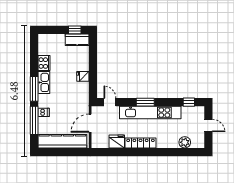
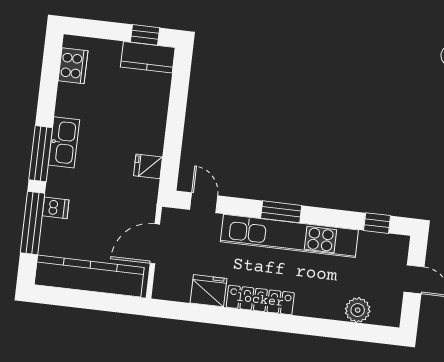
cooker: (44, 63) -> (73, 66), moved
fridge: (83, 76) -> (148, 166), moved

